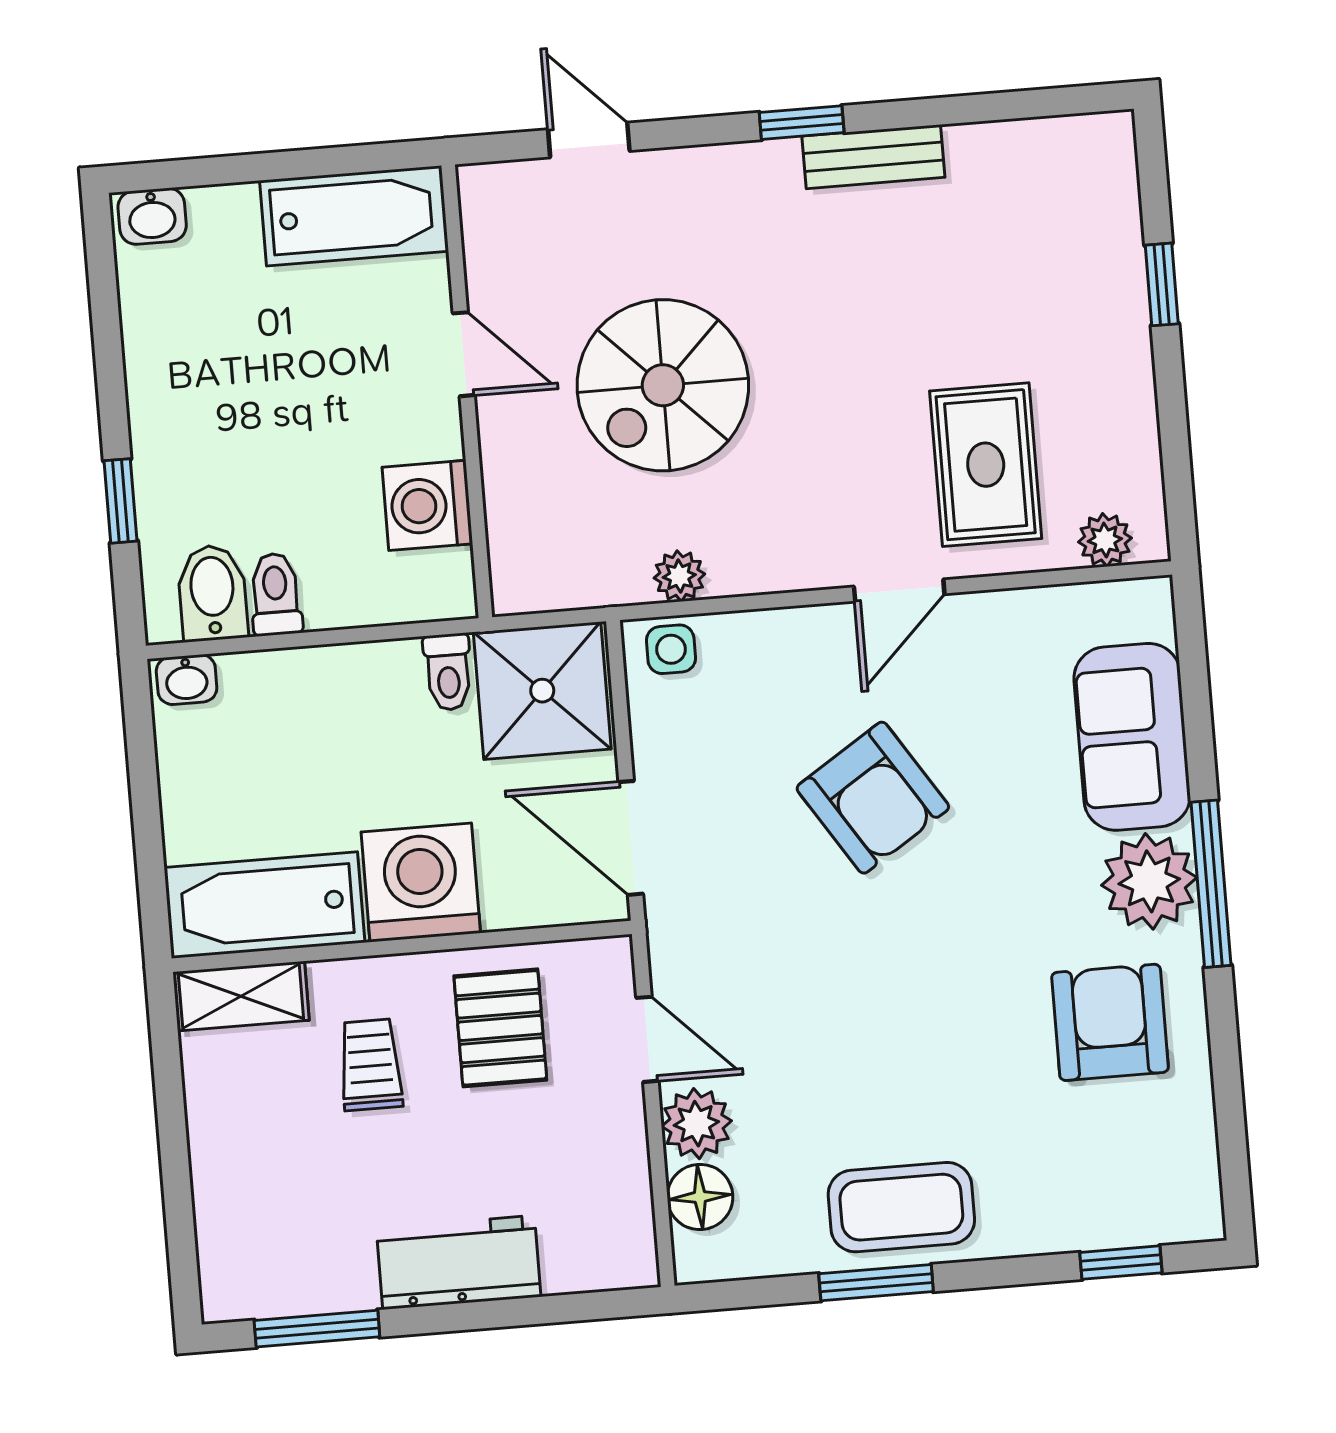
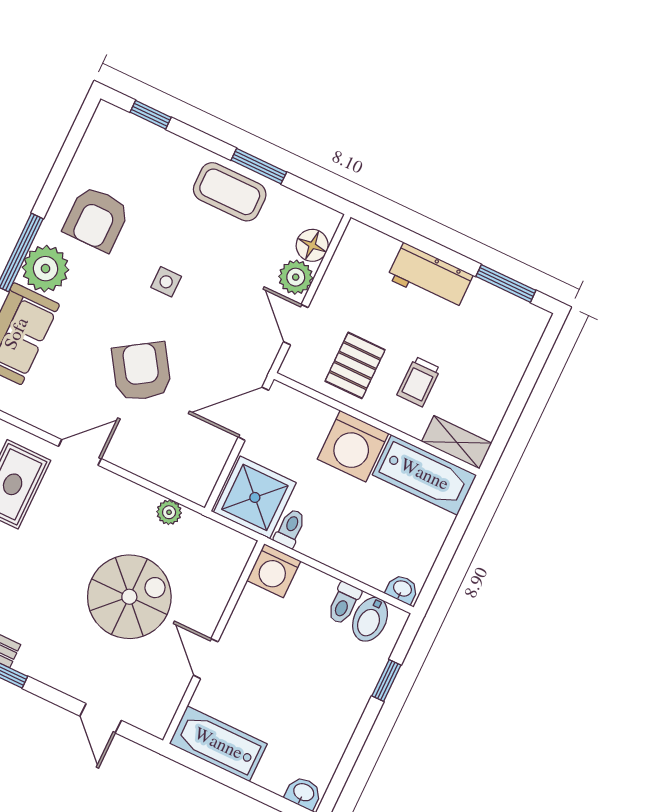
washing machine: (427, 505) -> (274, 571), moved, turned 90
side table: (671, 649) -> (166, 282), moved
door: (631, 838) -> (254, 414), swing flipped

